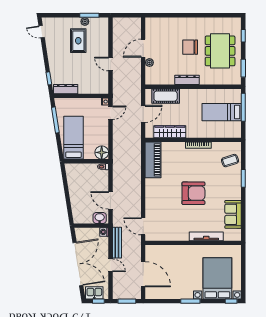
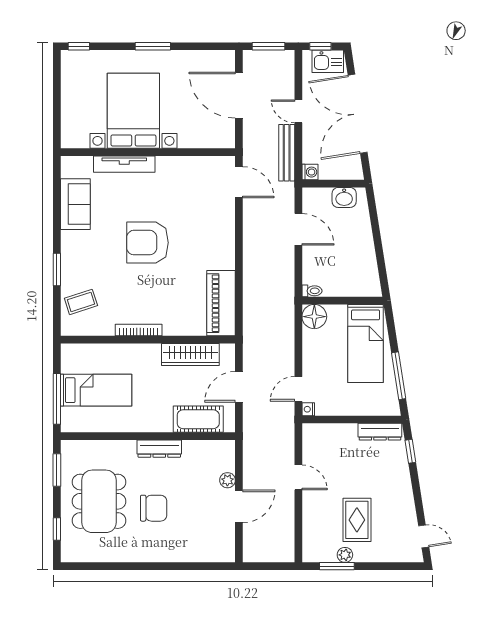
washbasin: (100, 218) -> (344, 197), moved
bed with nightstands: (217, 278) -> (133, 111), moved, turned 180

